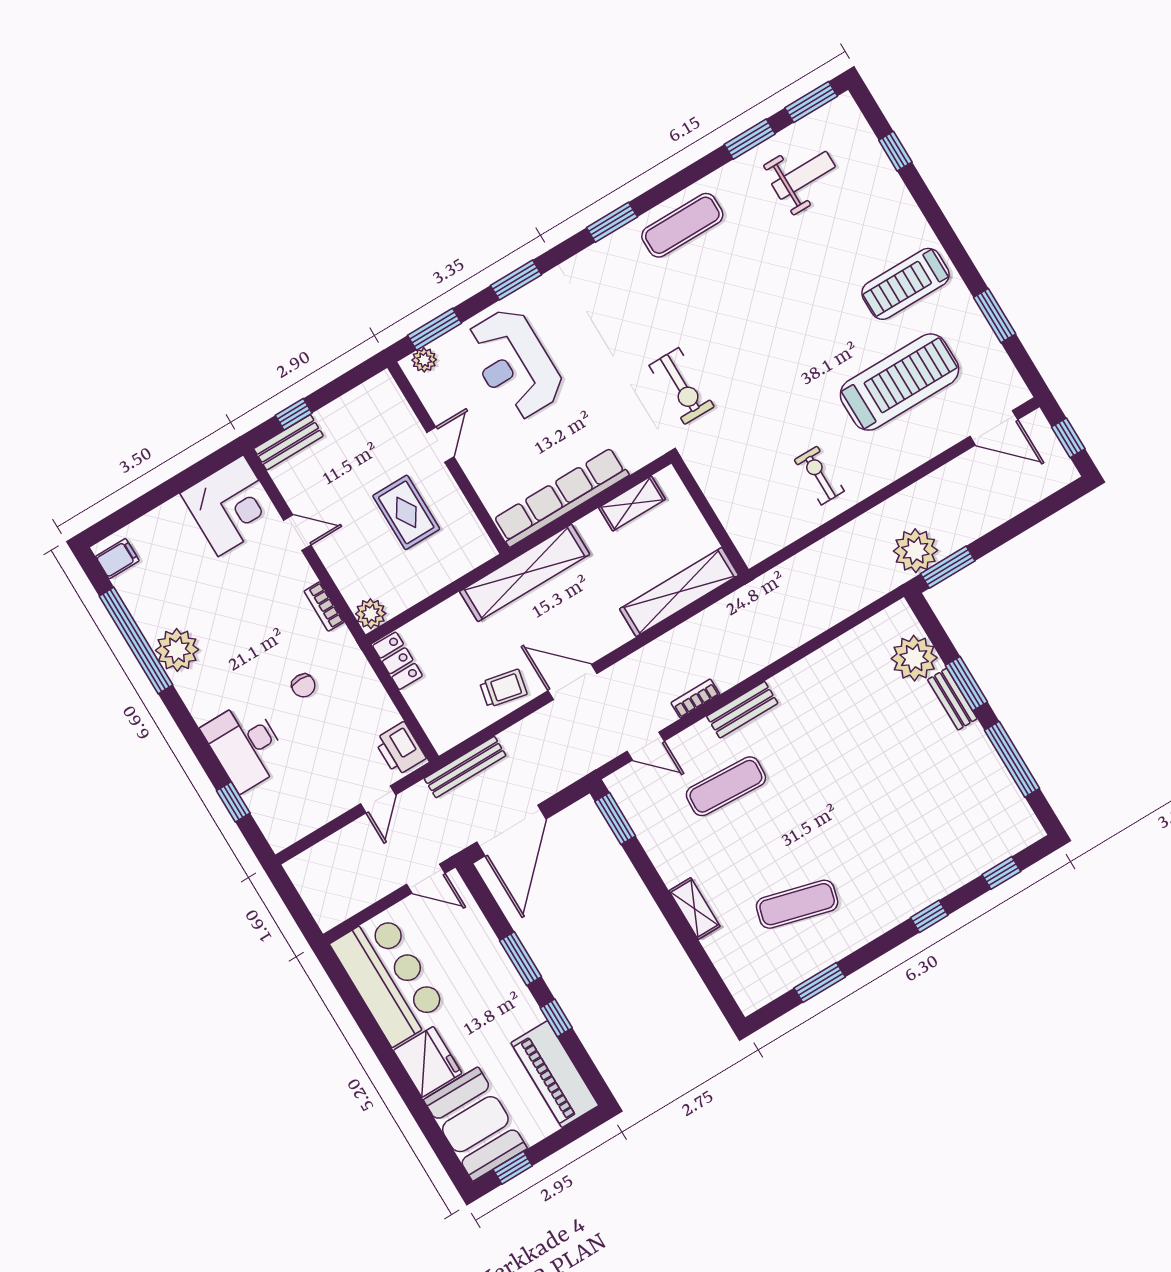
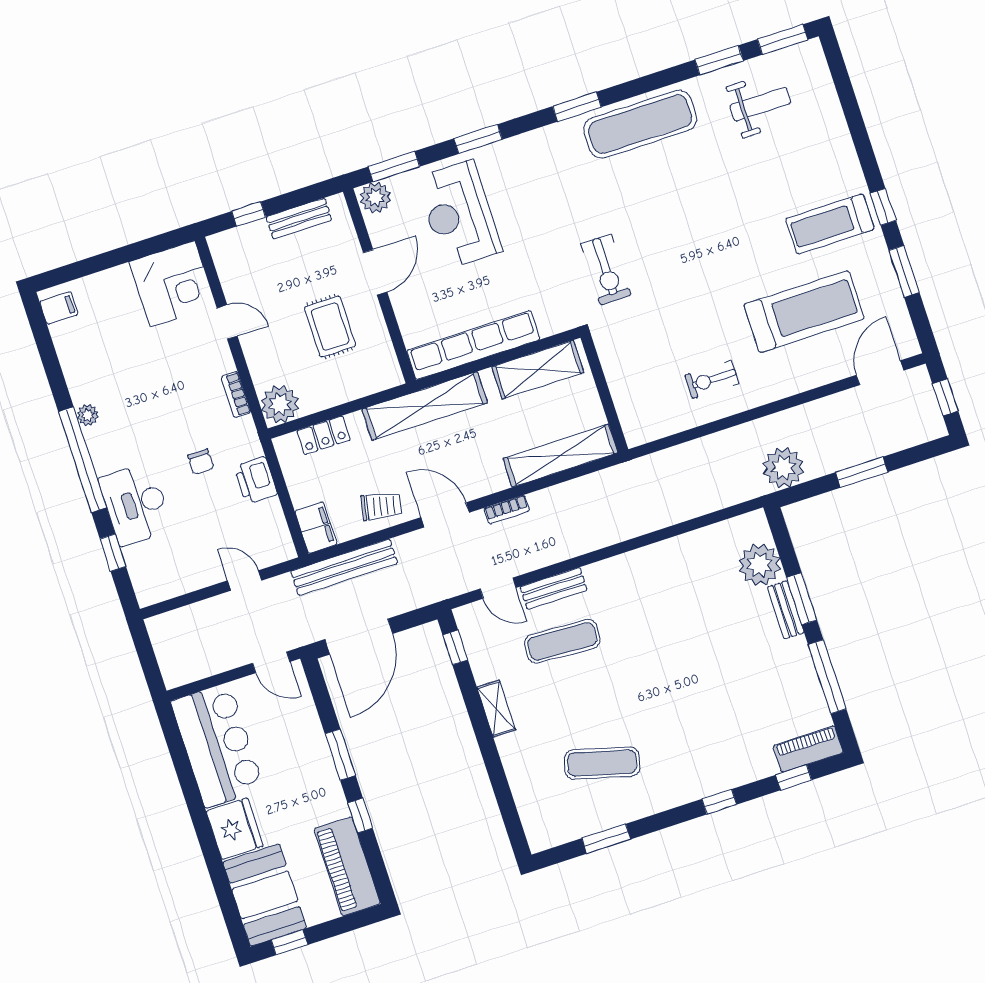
window: (895, 151) -> (883, 207), moved
exercise mat: (682, 225) -> (640, 124), width x1.36, depth x1.45
plant: (424, 360) -> (375, 198), width x1.38, depth x1.38
door: (994, 428) -> (880, 373), swing flipped
bench: (288, 442) -> (299, 218), moved
door: (440, 445) -> (375, 272), width x1.38
exercise bike: (819, 475) -> (712, 379), turned -90
shelving: (632, 503) -> (538, 370), width x1.50, depth x1.33
window: (948, 567) -> (862, 472), moved
plant: (371, 614) -> (280, 404), width x1.36, depth x1.36
window: (136, 641) -> (83, 460), moved
plant: (177, 650) -> (88, 415), width x0.53, depth x0.53
locker: (398, 661) -> (324, 435), moved, turned 90
bookcase: (695, 699) -> (507, 510), moved, turned 180
bench: (742, 710) -> (554, 588), moved
filing cabinet: (440, 727) -> (316, 528), added
printer: (400, 749) -> (256, 481), moved
bench: (465, 767) -> (344, 567), width x1.37, depth x1.21
door: (378, 799) -> (245, 580), swing flipped
window: (615, 819) -> (455, 648), width x0.67
piano: (1010, 840) -> (808, 749), added
shelving: (695, 909) -> (496, 709), moved

